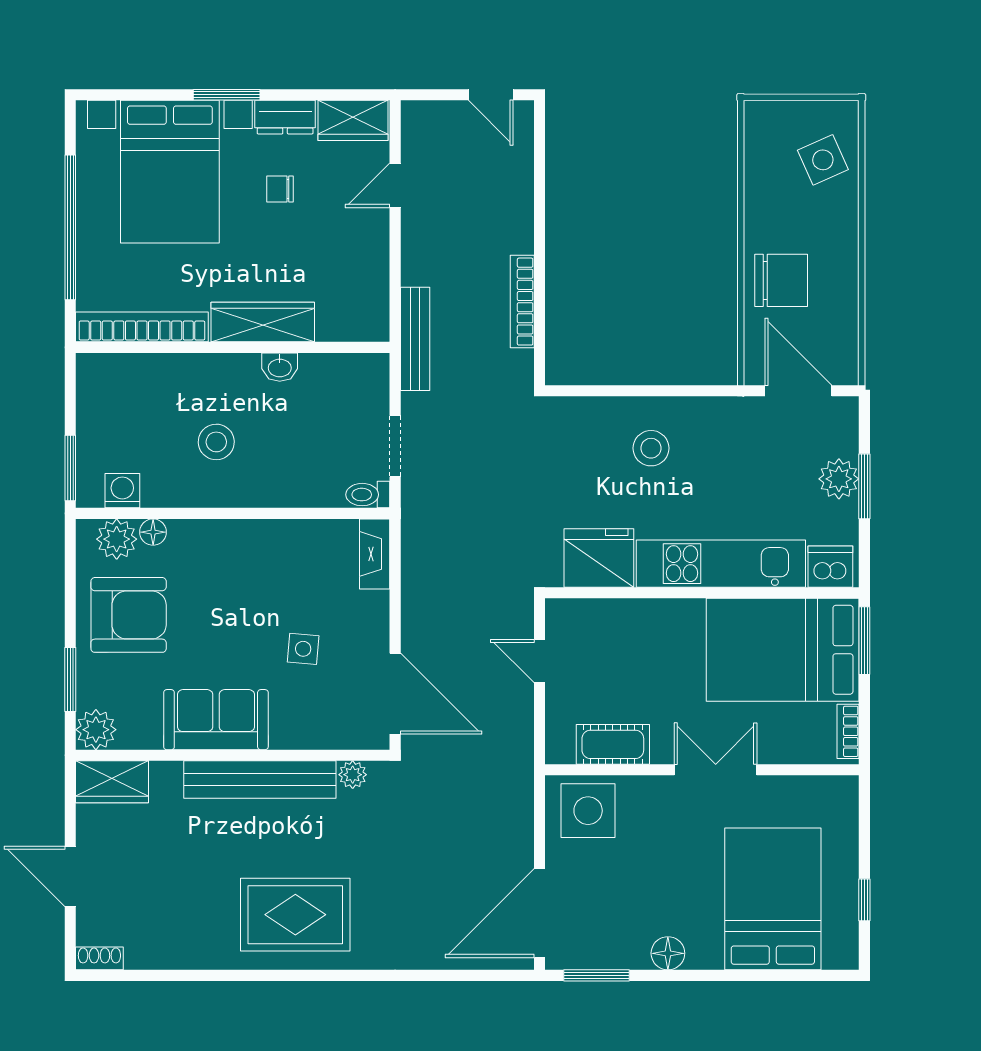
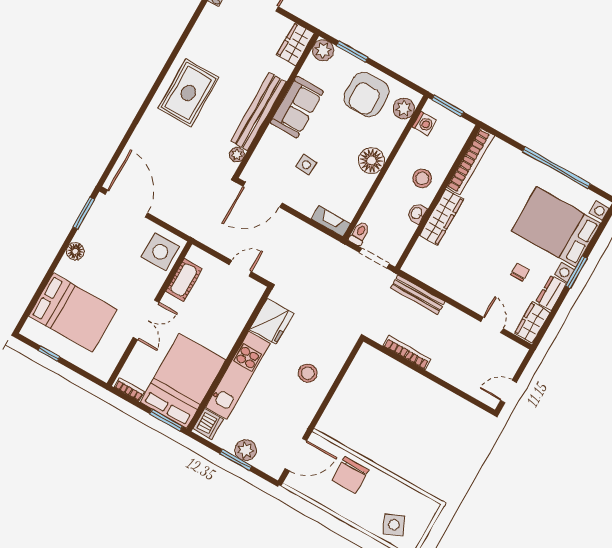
wardrobe: (263, 322) -> (442, 217), moved
bookcase: (142, 327) -> (470, 161), moved
wall: (233, 347) -> (438, 197), moved
washbasin: (280, 367) -> (417, 213), moved
floor lamp: (153, 532) -> (371, 161), moved, width x1.89, depth x1.89

